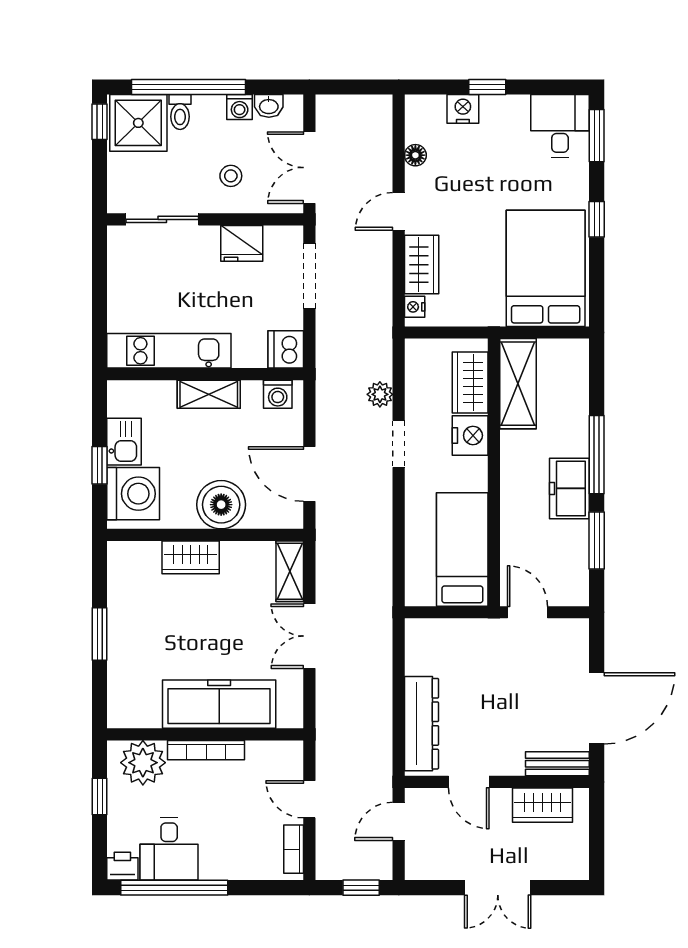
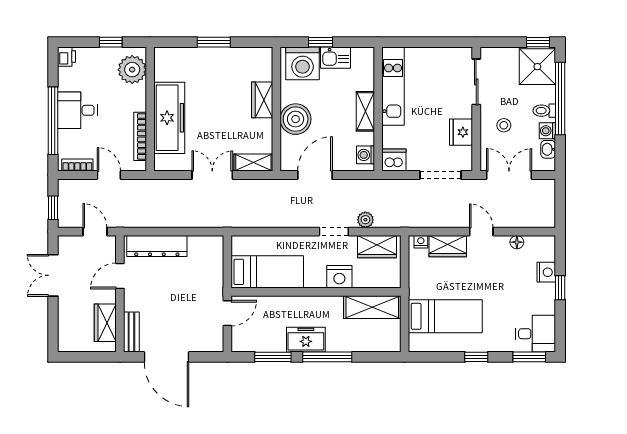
toilet: (180, 112) -> (544, 111), moved
bed: (546, 268) -> (445, 316), width x0.67
wardrobe: (470, 383) -> (377, 247), moved, turned 180
bookcase: (206, 750) -> (140, 136), moved
door: (309, 799) -> (109, 175), hinge flipped
desk: (169, 849) -> (77, 110), moved
window: (174, 888) -> (53, 121), moved
double door: (498, 888) -> (53, 275), moved

